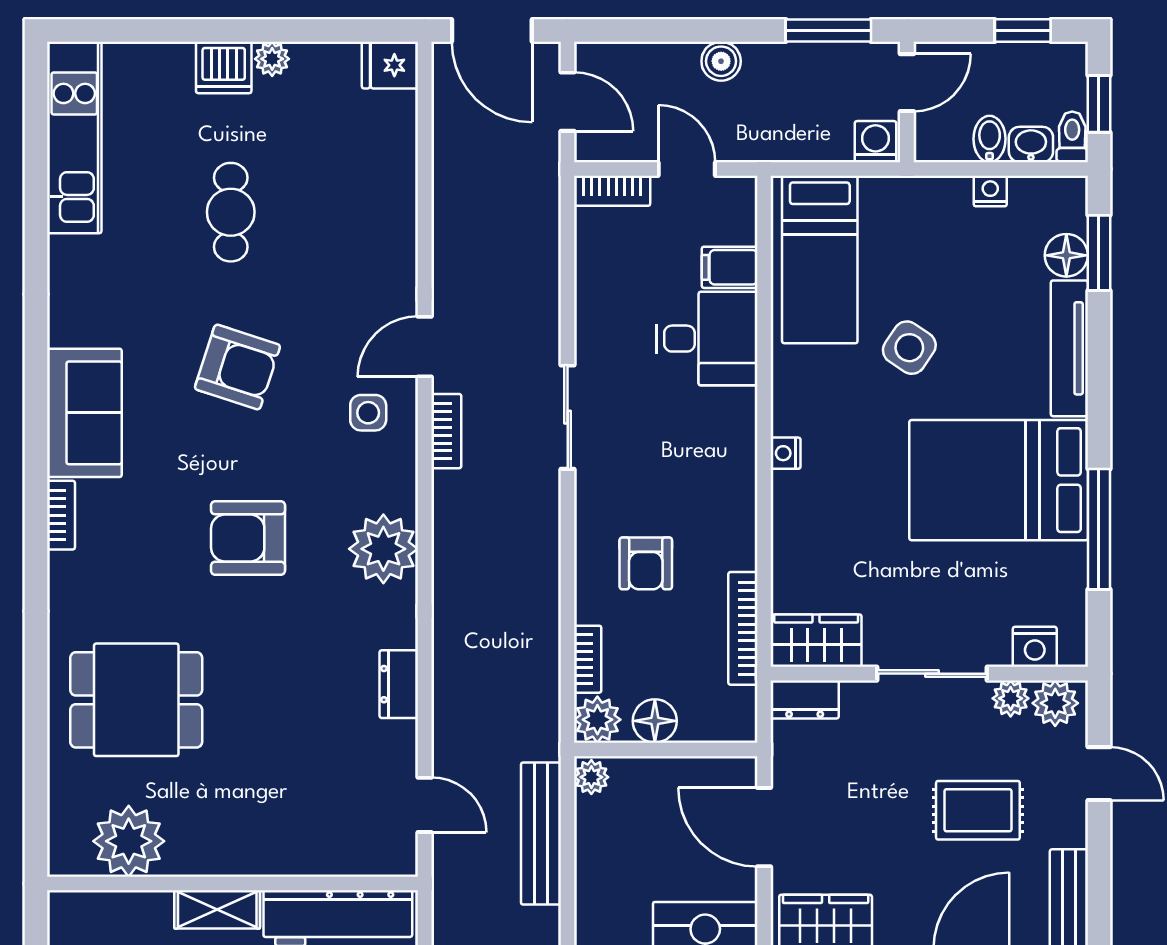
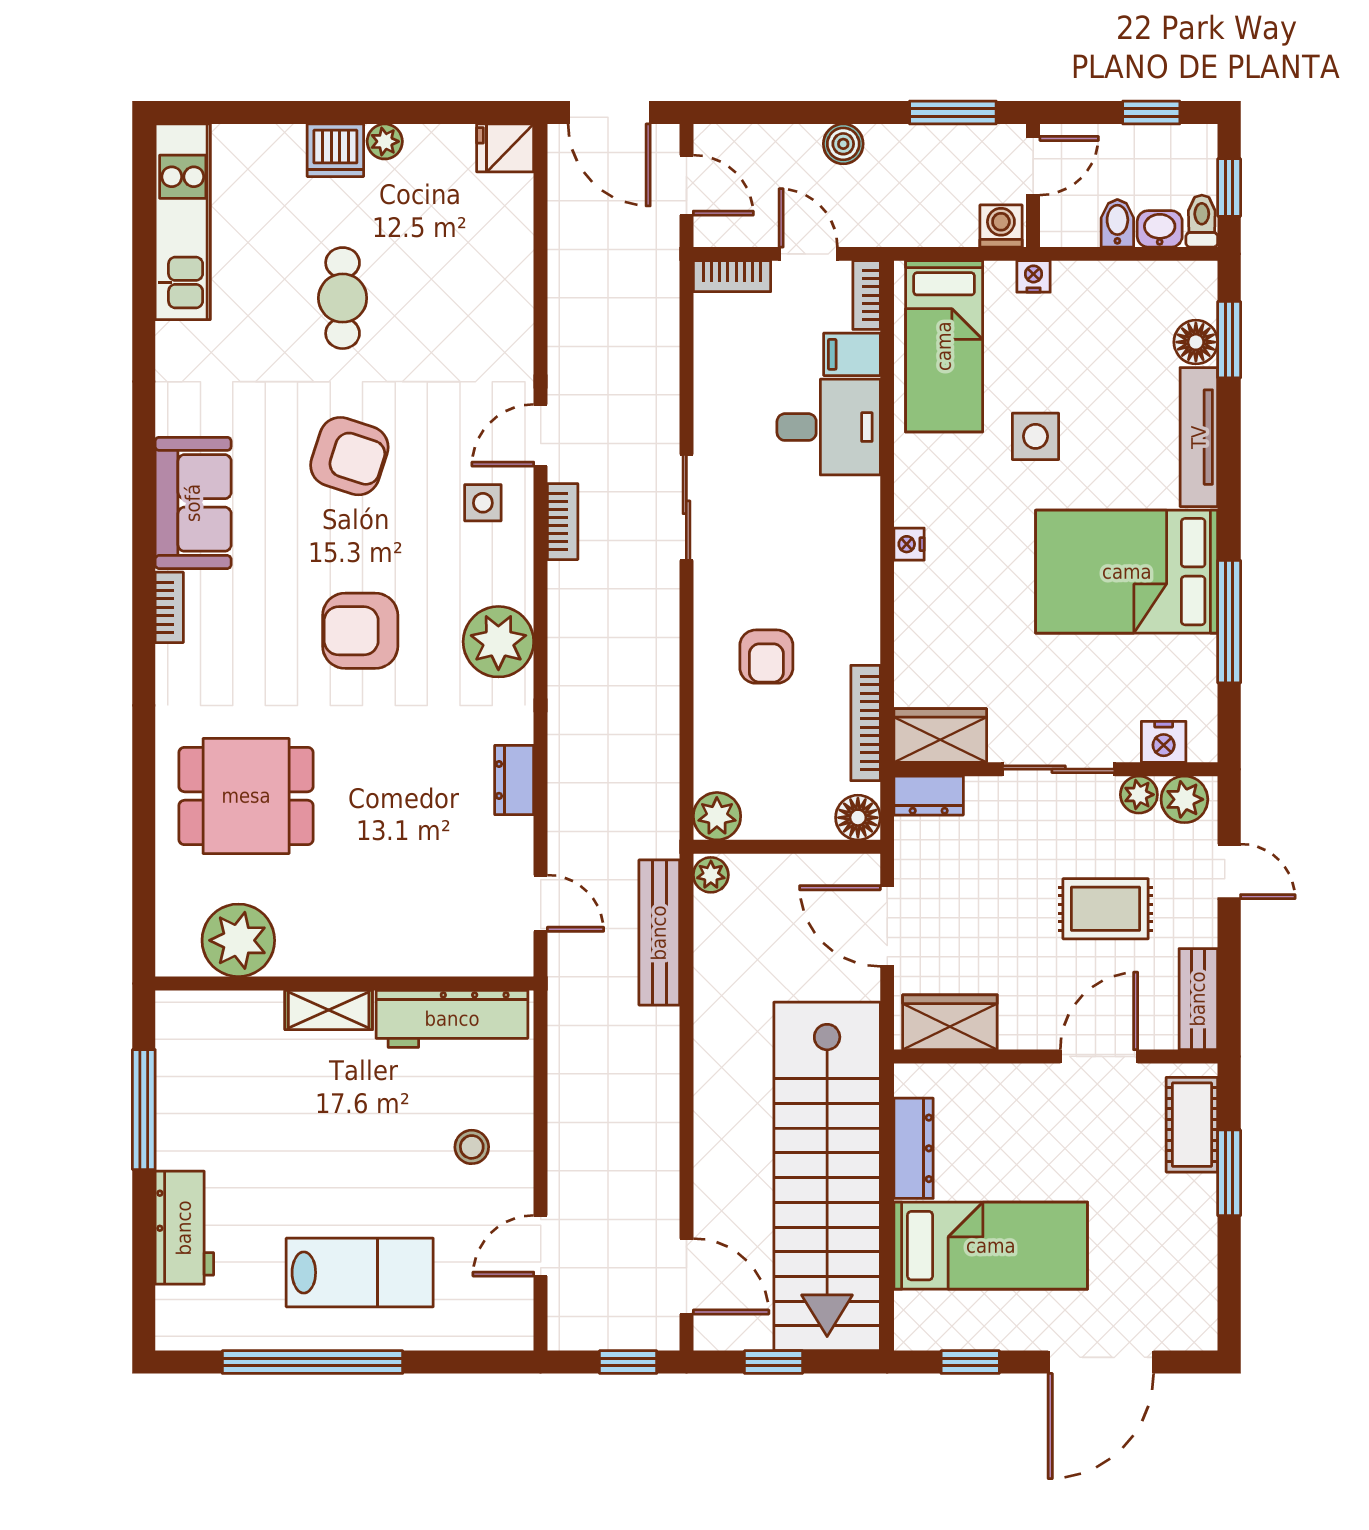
nightstand: (990, 191) -> (1033, 276), moved
side table: (909, 348) -> (1035, 436), turned -34
bookcase: (588, 659) -> (867, 295), moved, turned 180
floor lamp: (655, 721) -> (858, 818), moved

